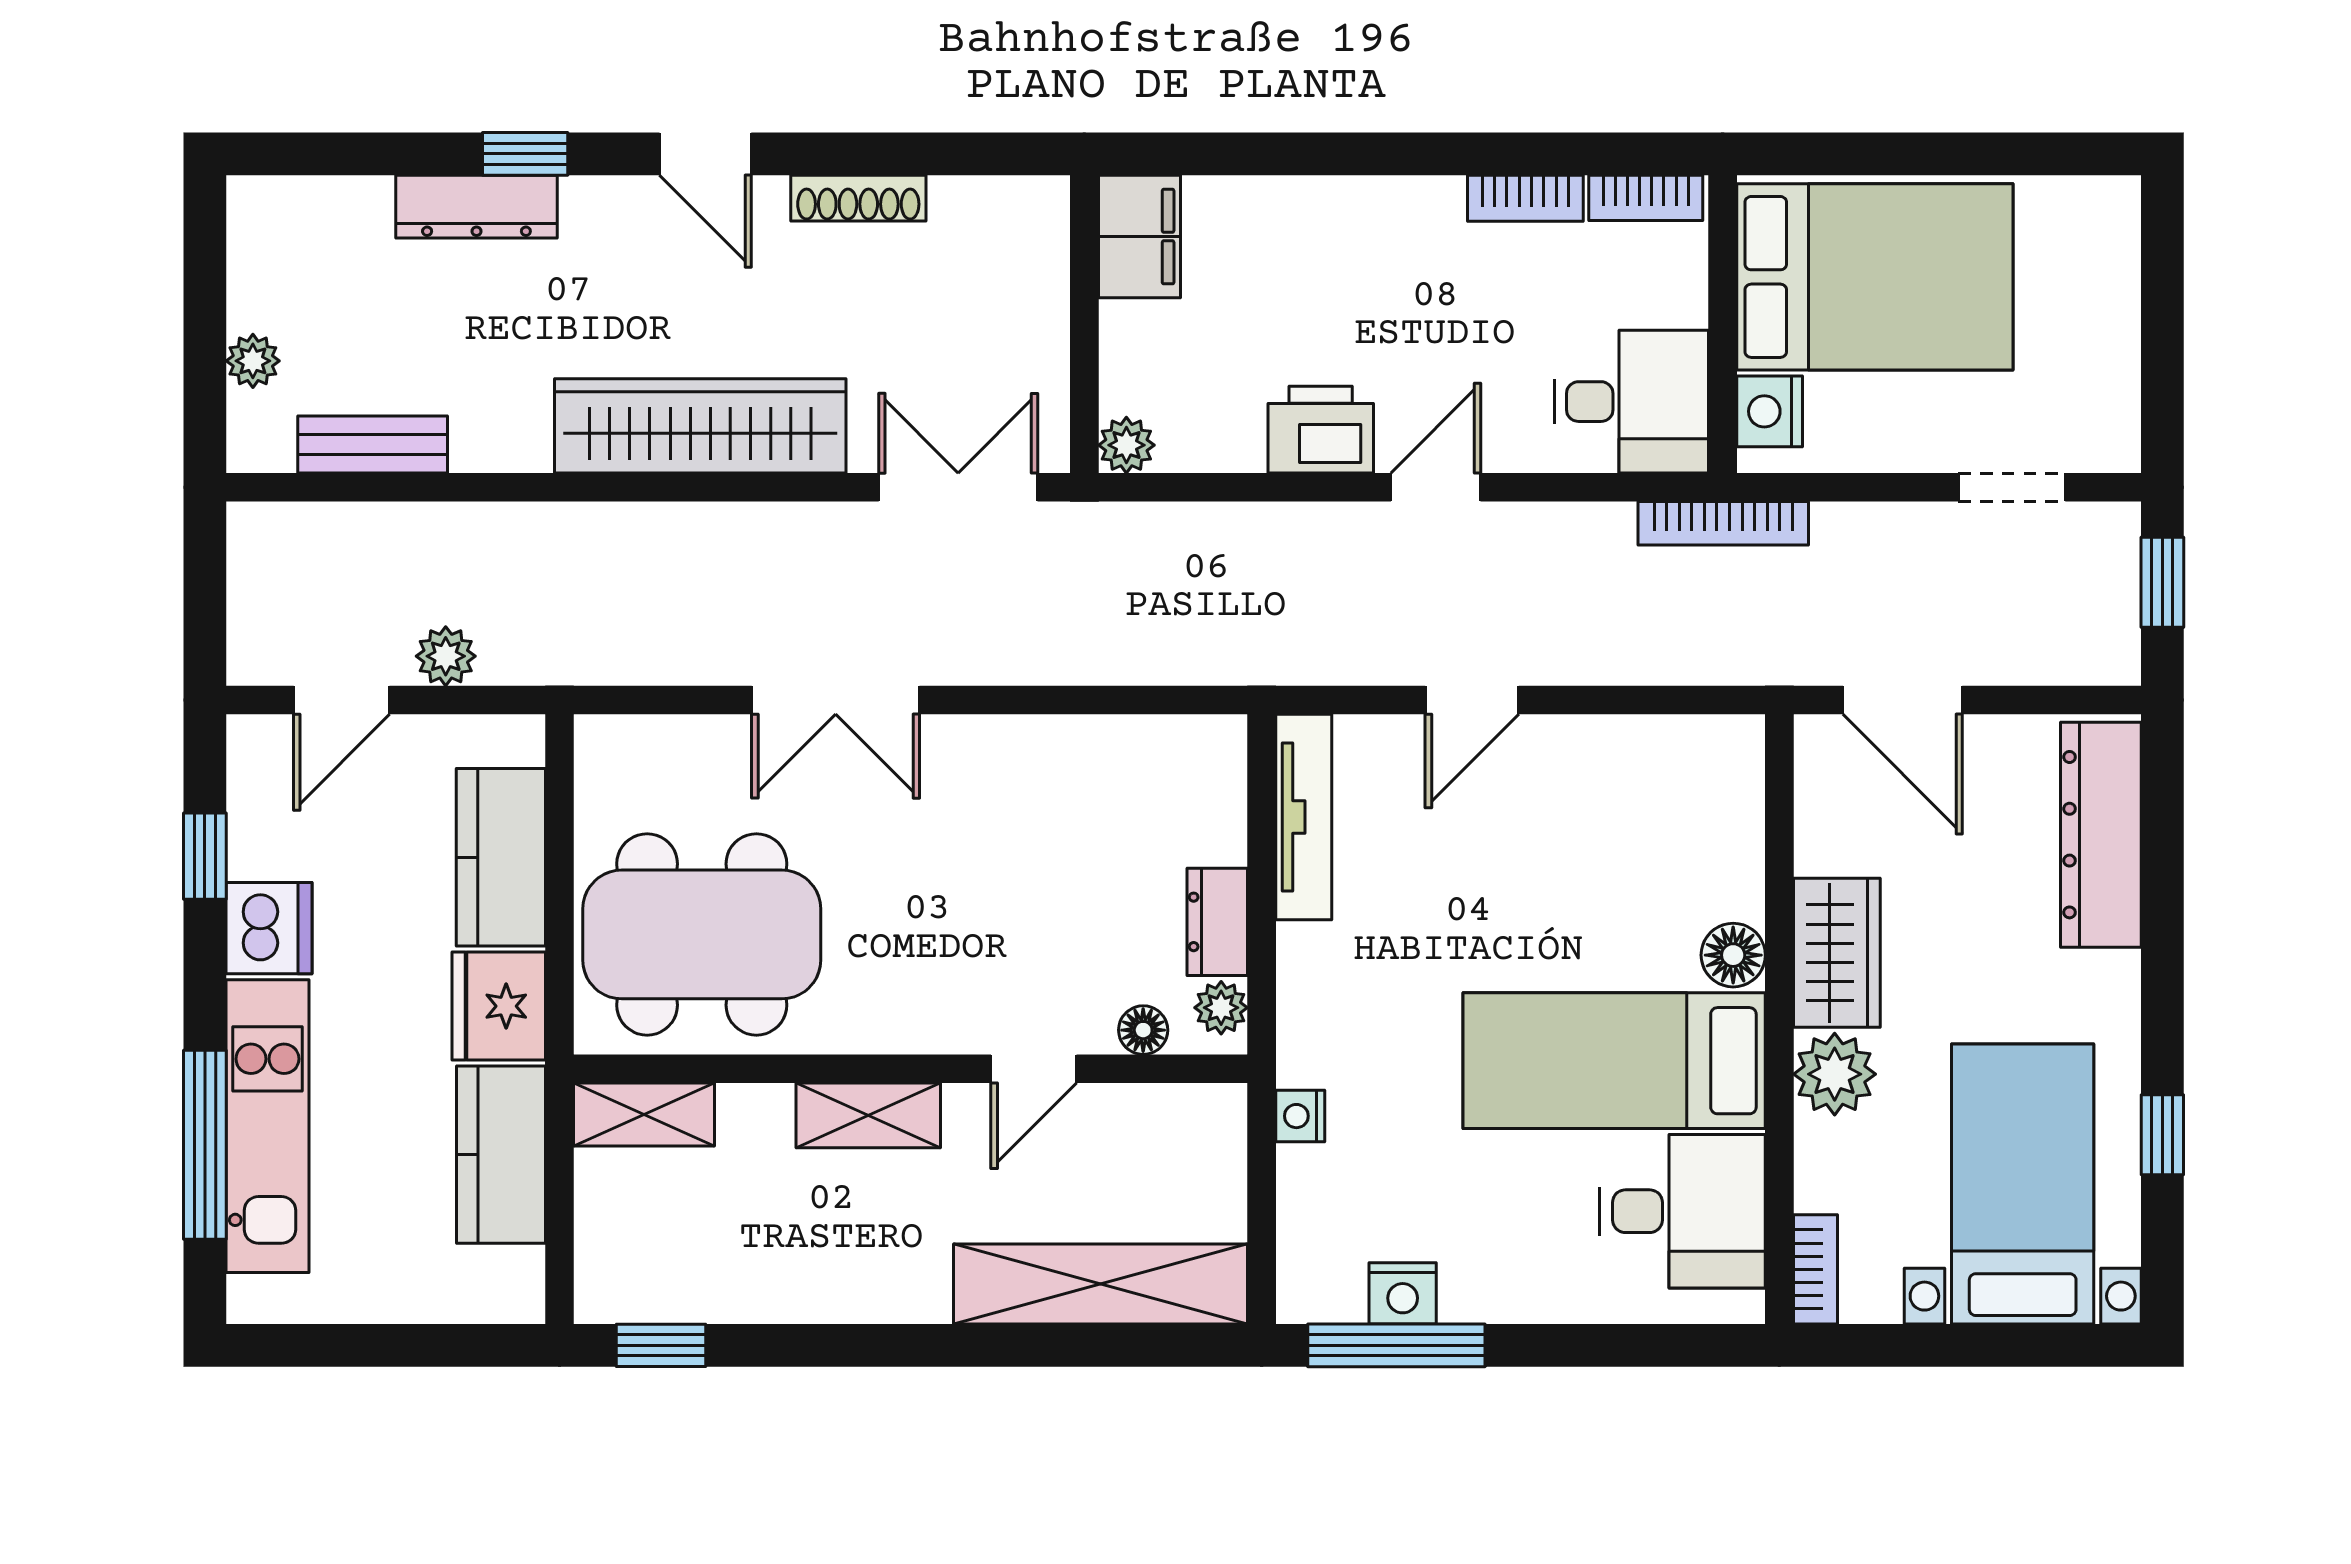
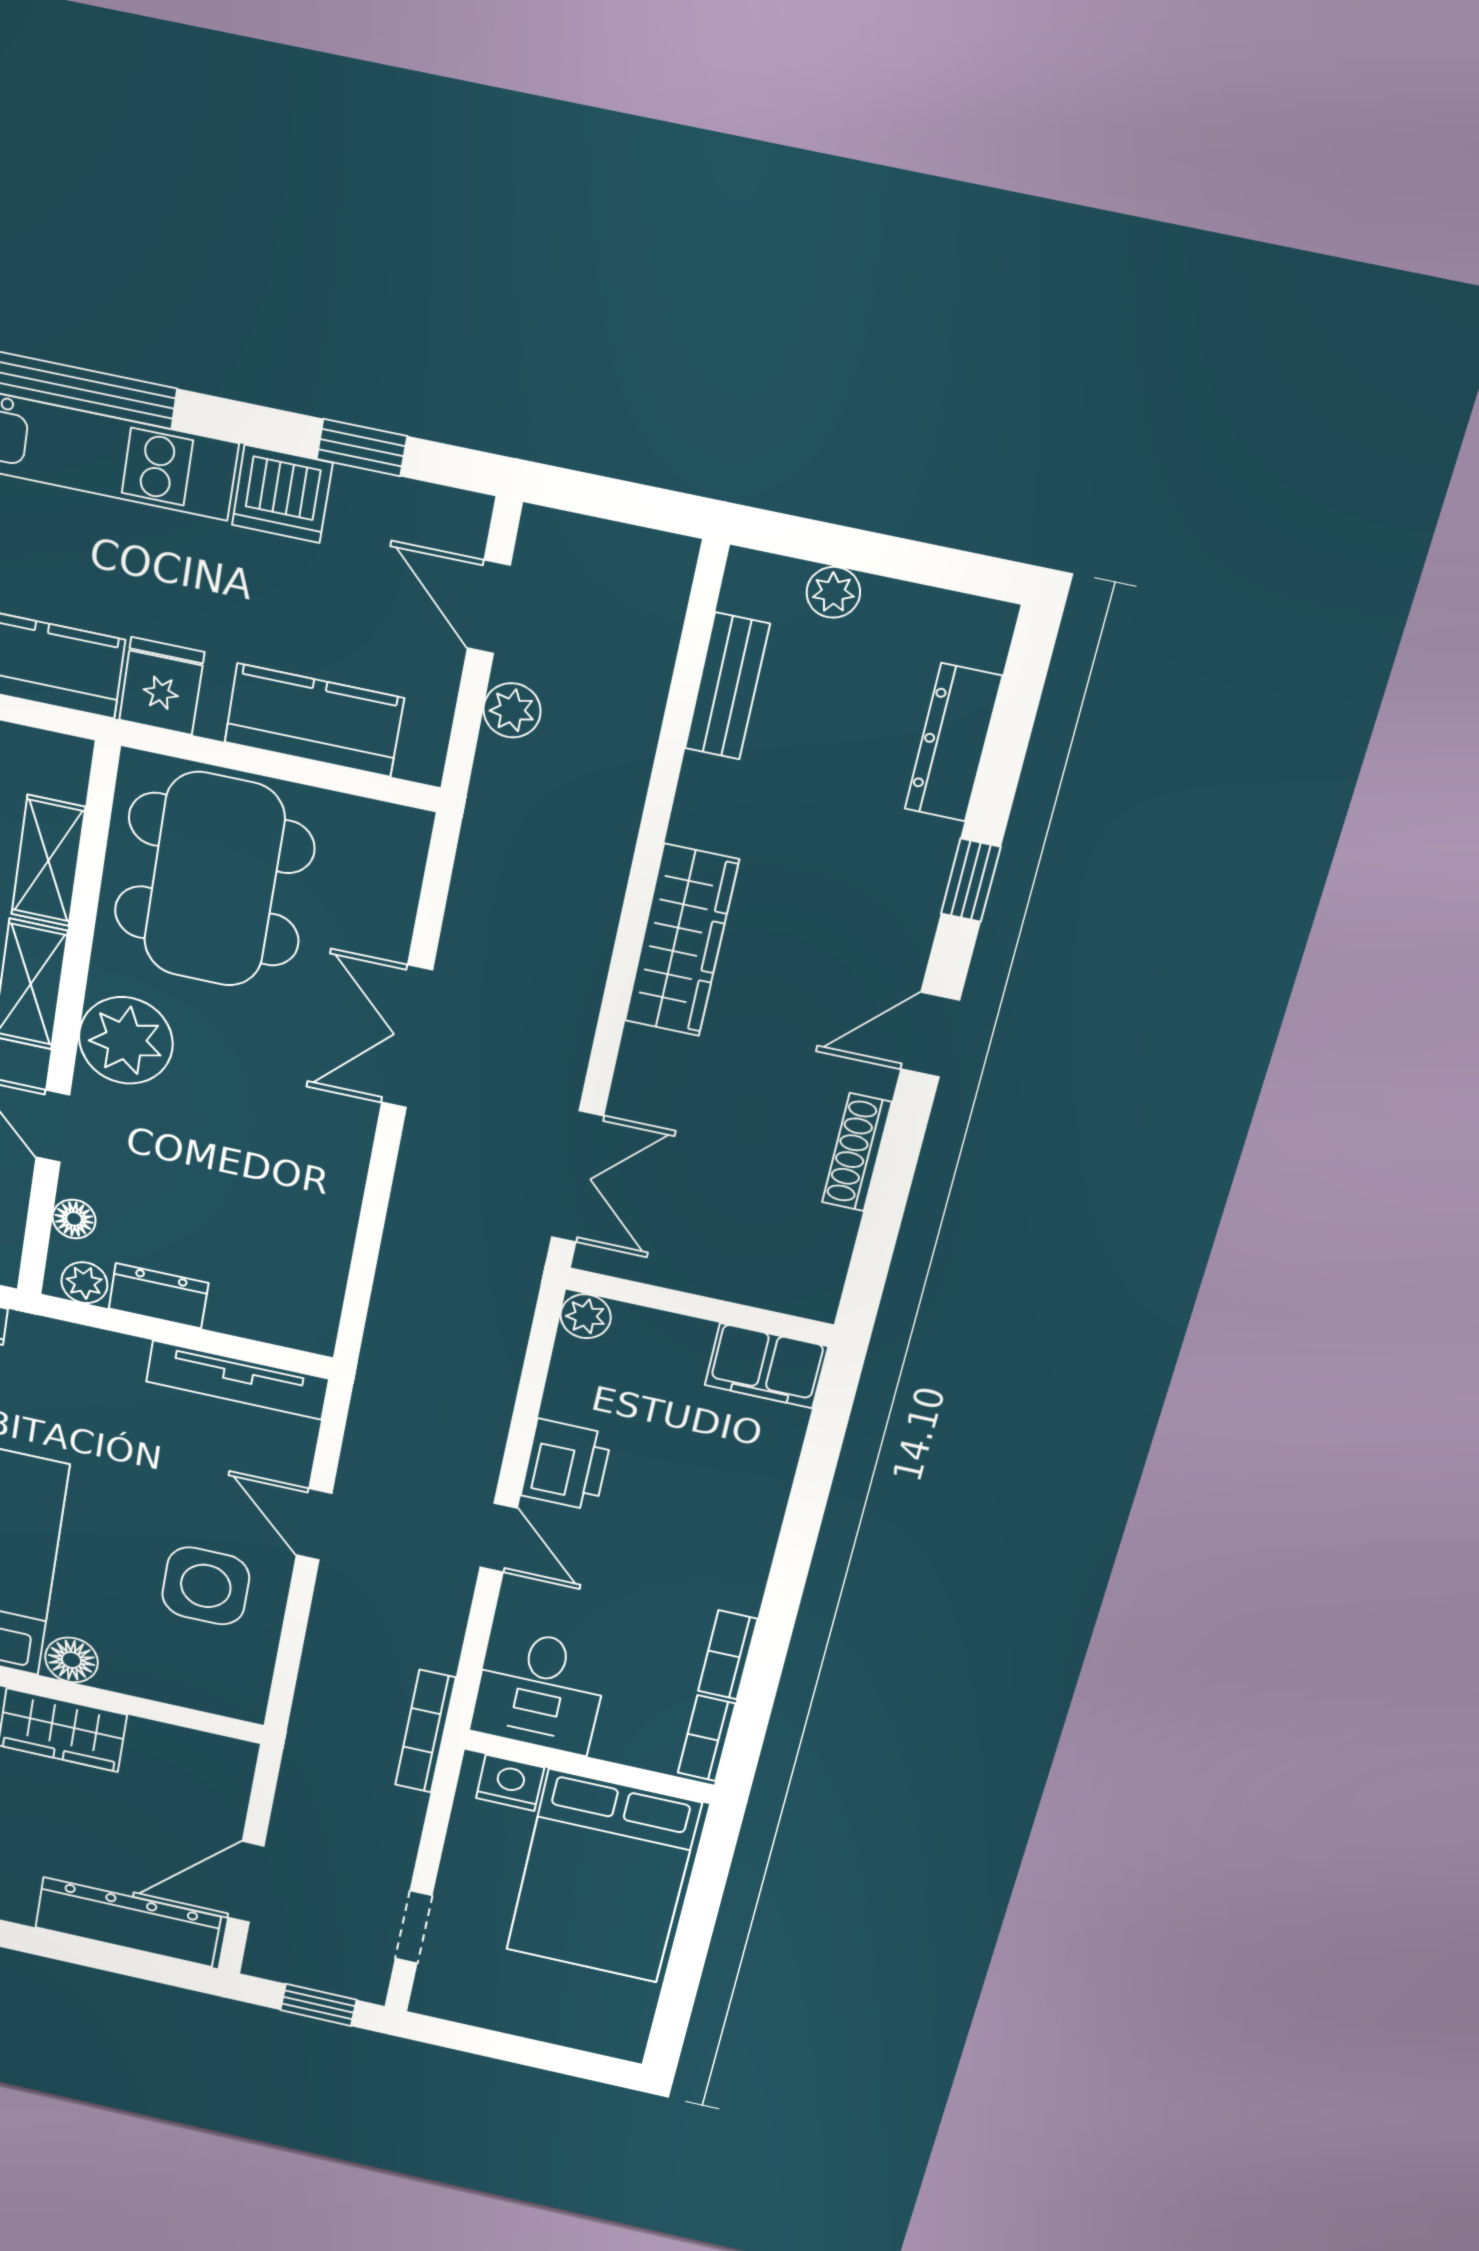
dresser: (476, 207) -> (953, 743), moved
wardrobe: (700, 426) -> (682, 941), width x0.71, depth x0.85
door: (1903, 700) -> (246, 1882), moved
side table: (1588, 812) -> (206, 1586), added
plant: (911, 1002) -> (126, 1040), added
fridge: (499, 1006) -> (162, 686), width x0.72
shelving: (644, 1115) -> (48, 861), moved

